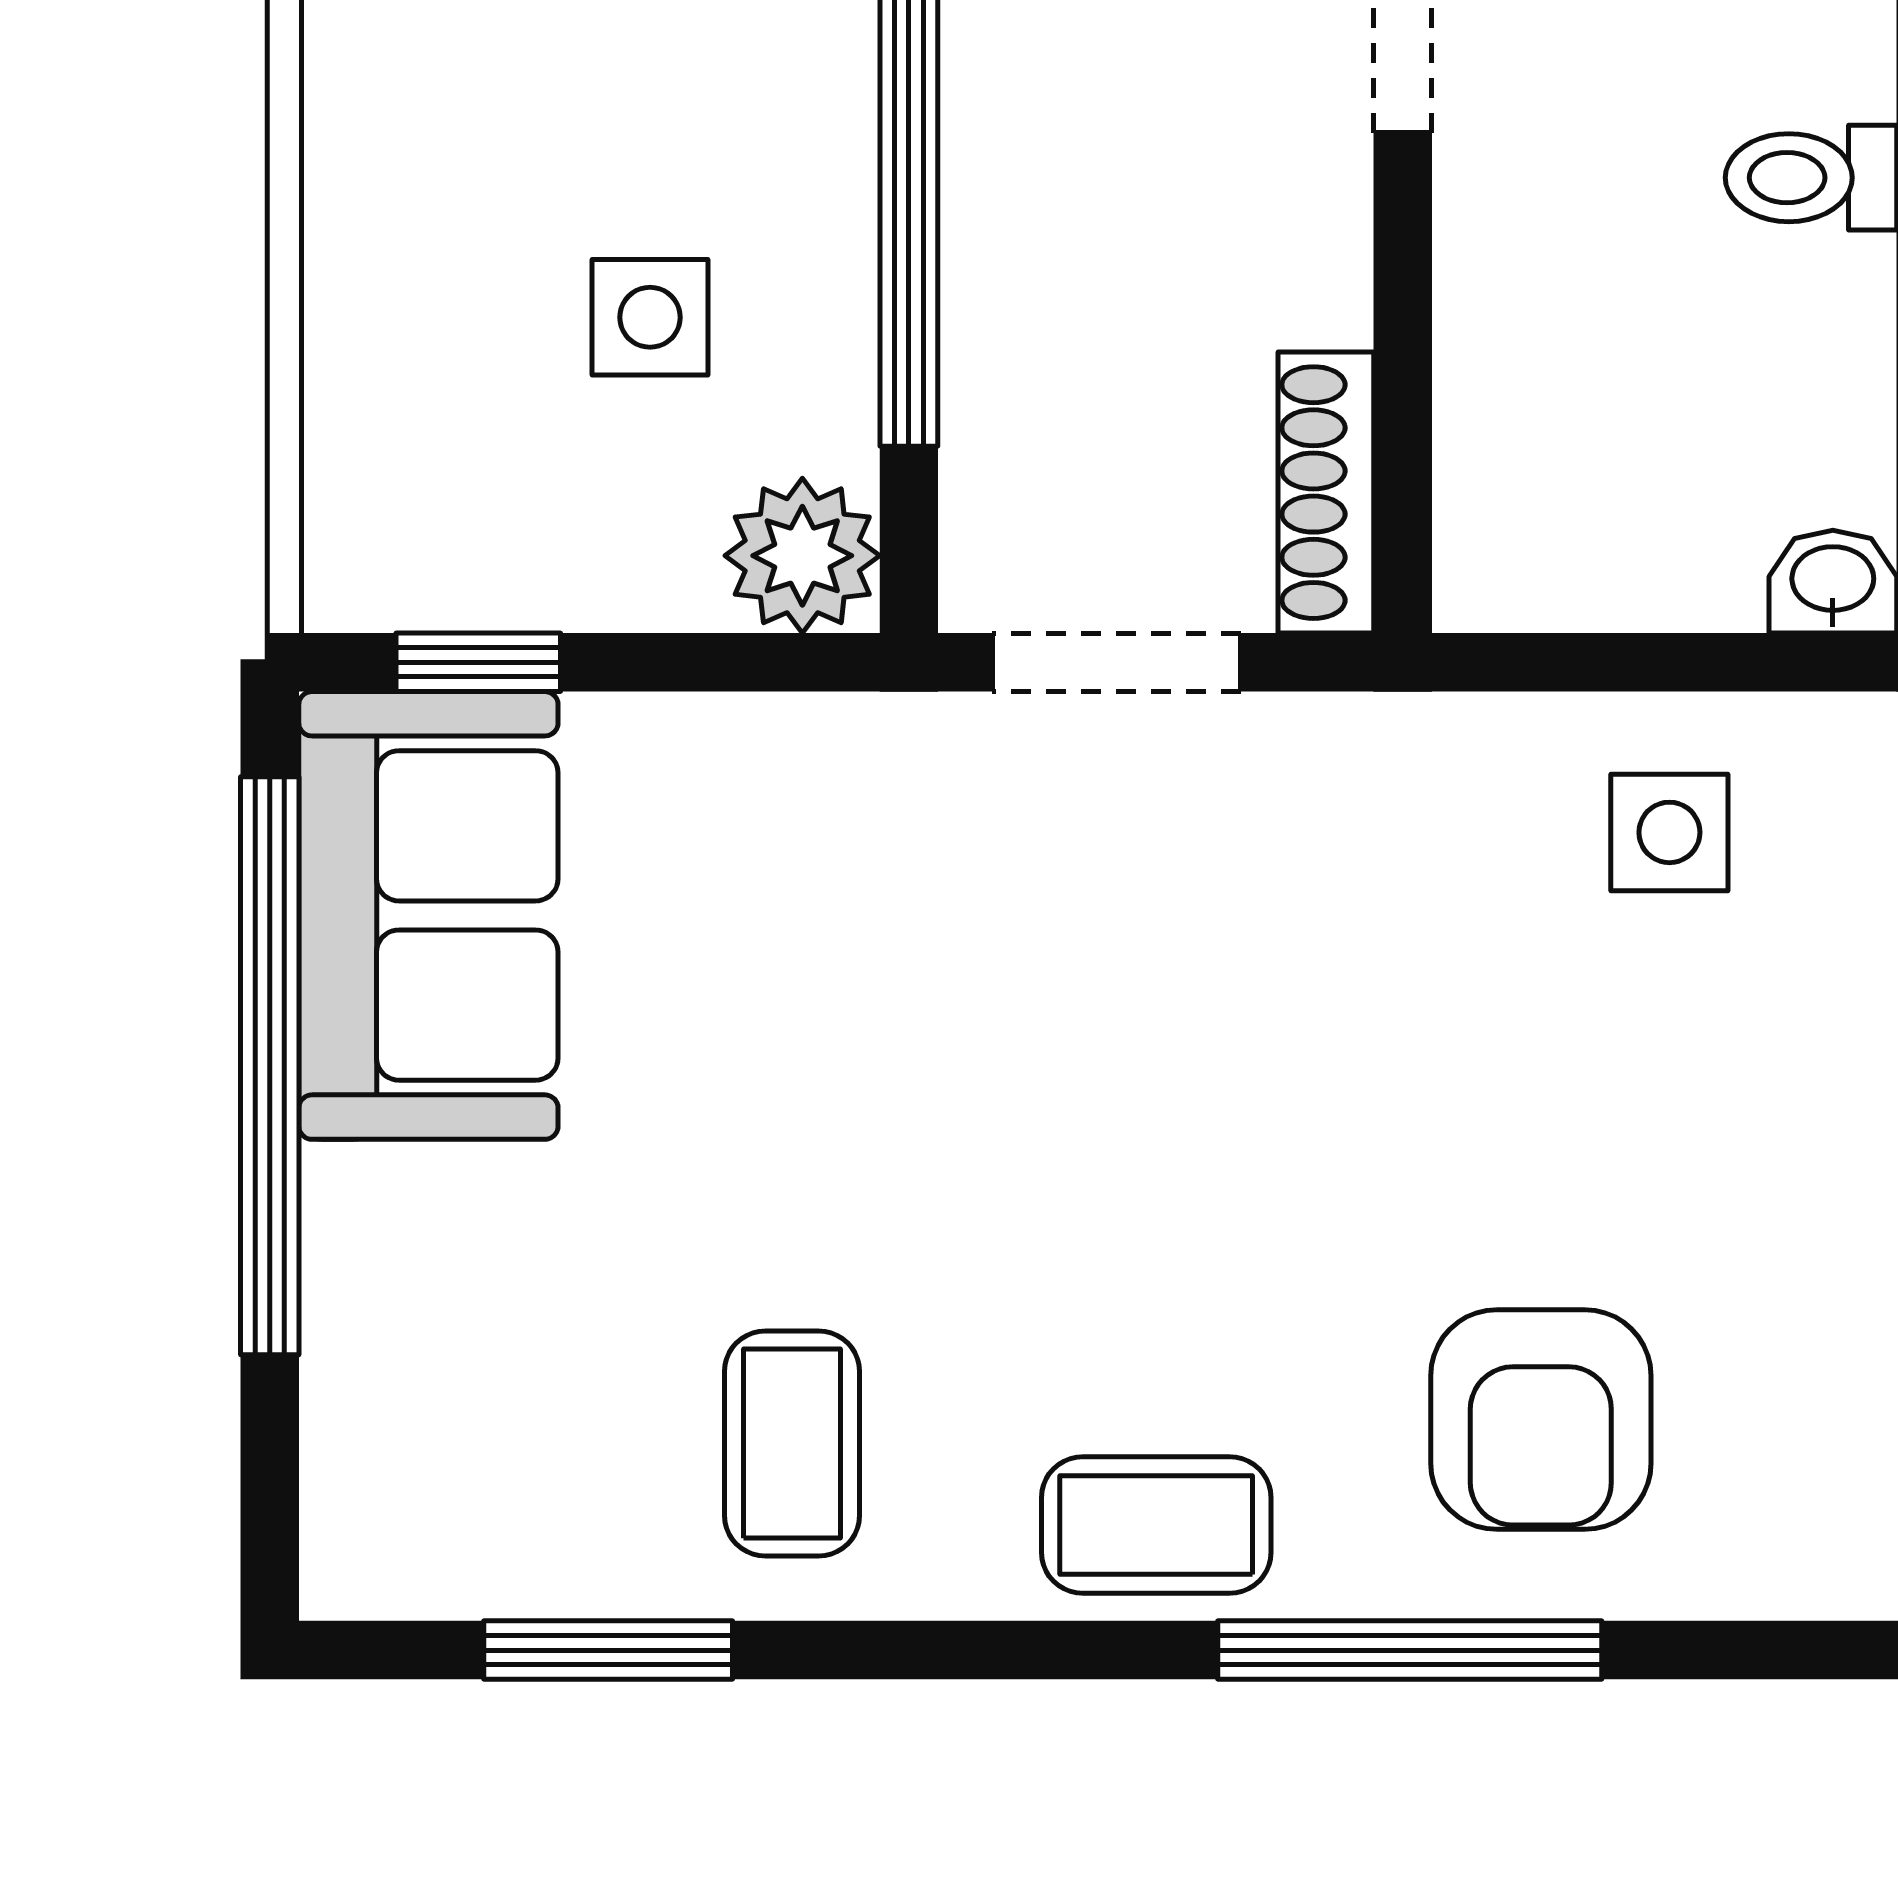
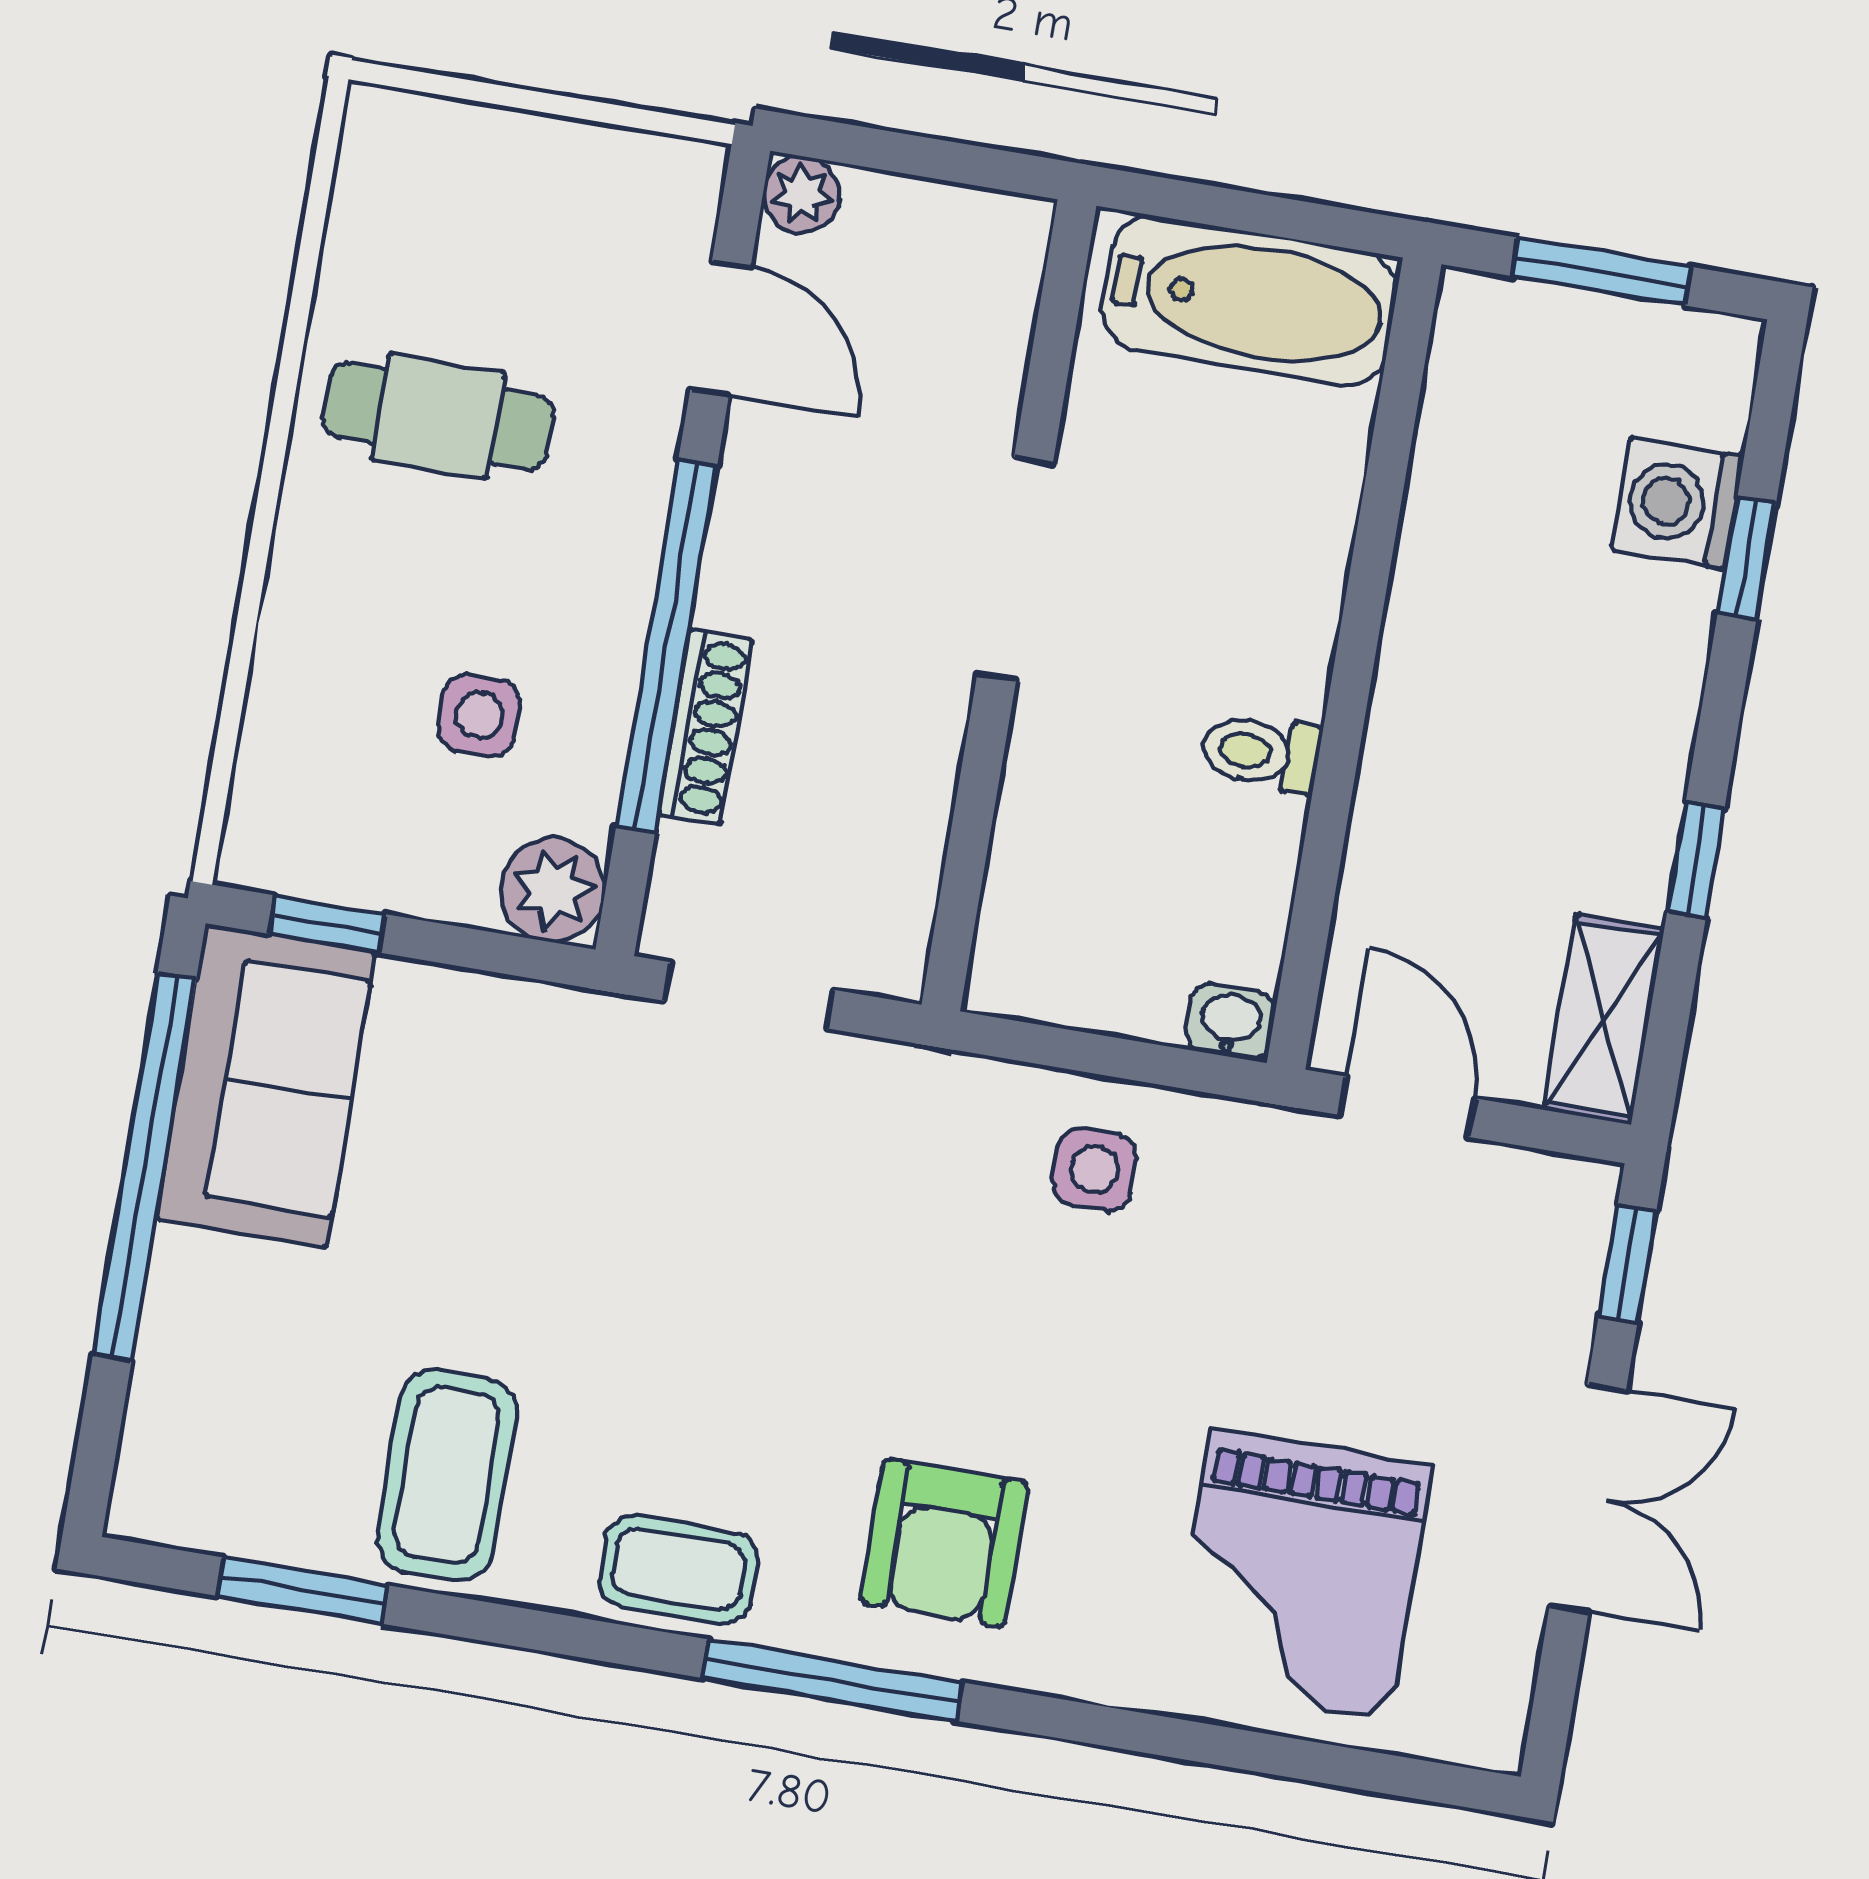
shoe rack: (1326, 493) -> (705, 727), moved, turned 180
coffee table: (792, 1443) -> (447, 1475), width x1.36, depth x1.30

